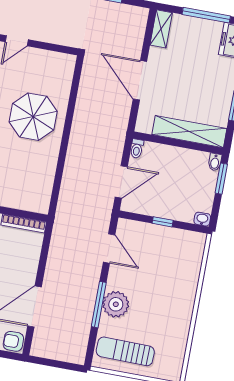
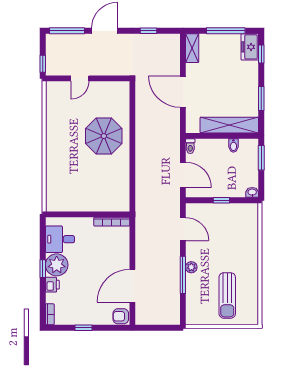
bidet: (215, 162) -> (233, 145), moved
door: (121, 182) -> (183, 175), hinge flipped
plant: (116, 304) -> (191, 267), width x0.53, depth x0.53
sun lounger: (125, 351) -> (227, 295), moved, turned -91

